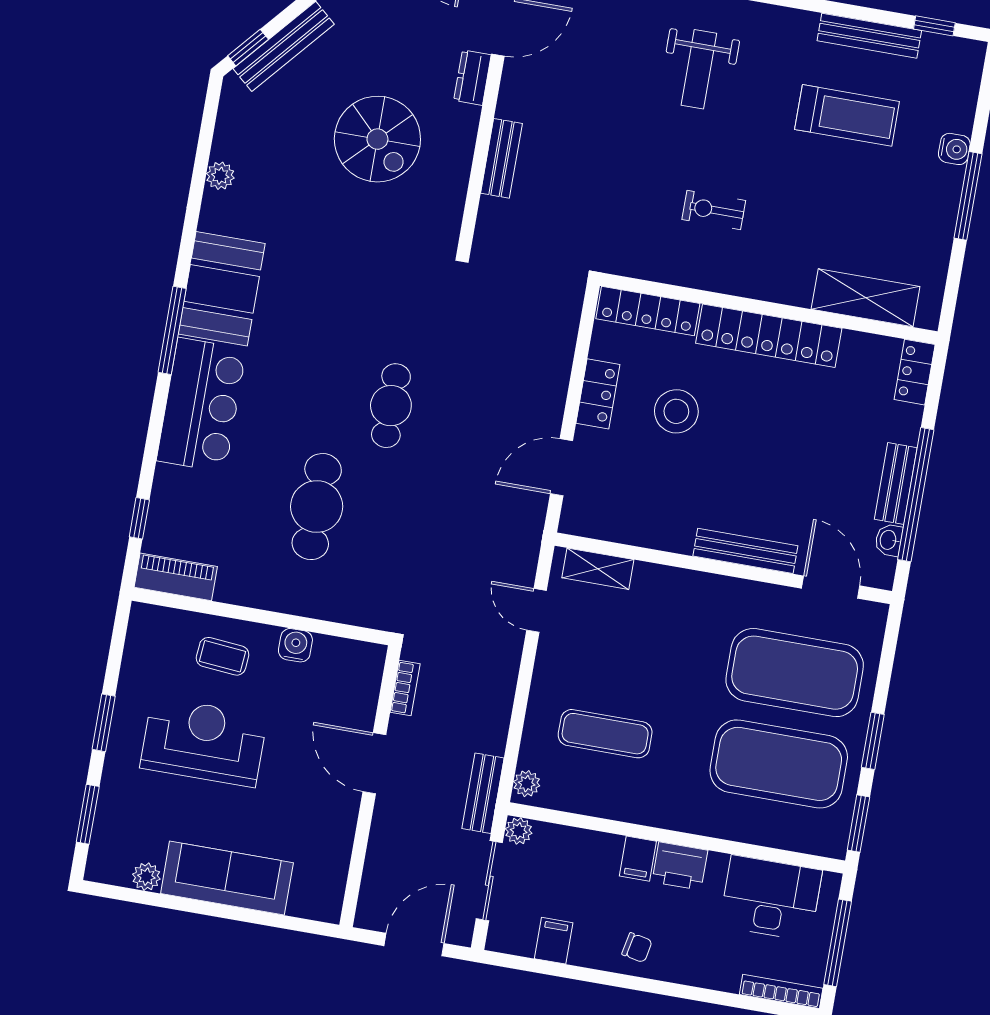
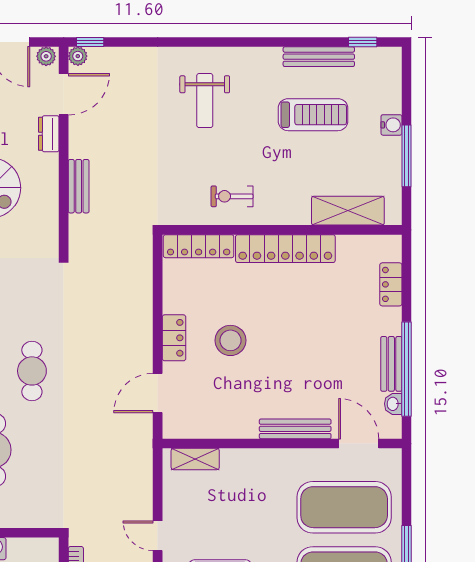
shelving: (866, 298) -> (348, 211), moved
wall: (769, 309) -> (282, 230), moved
locker: (648, 311) -> (199, 246), moved
locker: (769, 336) -> (285, 249), moved
door: (537, 610) -> (158, 536), moved

